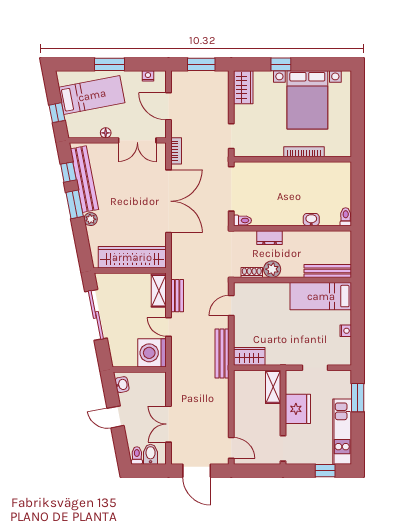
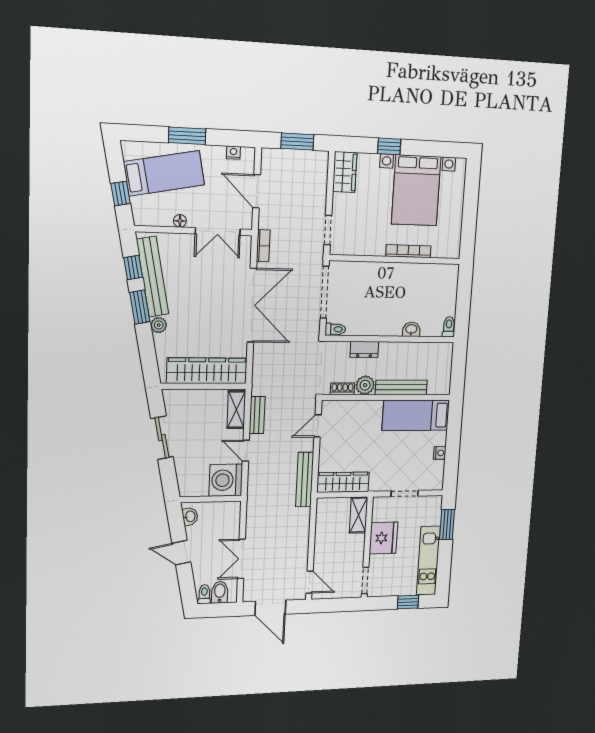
bench: (328, 271) -> (401, 387), moved
sliding door: (96, 315) -> (162, 438), width x0.73
wardrobe: (249, 356) -> (343, 482), width x1.50

